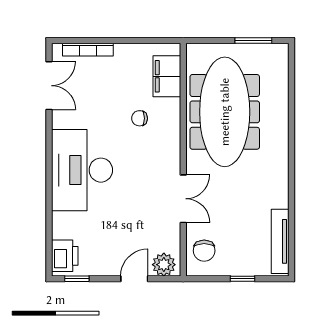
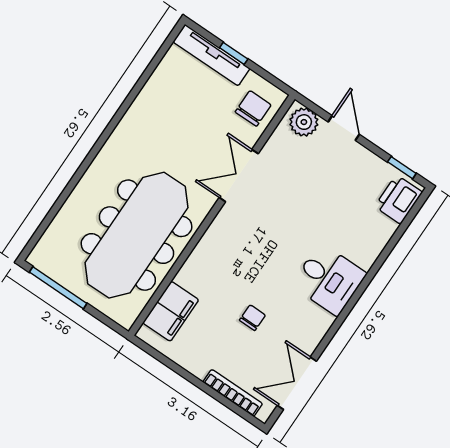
window: (253, 41) -> (58, 288), width x1.44
chair: (140, 118) -> (252, 318), moved, turned -90
desk: (82, 170) -> (329, 279), width x0.53, depth x0.77
tv unit: (280, 241) -> (212, 55), moved, turned 90
door: (134, 279) -> (344, 128), swing flipped

